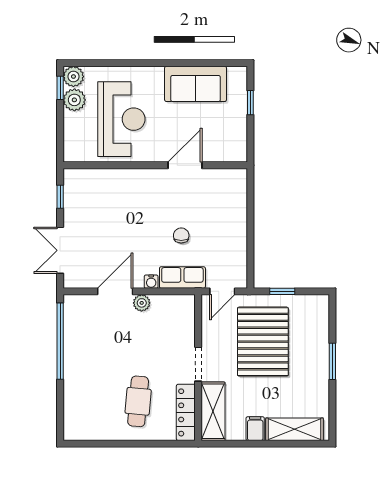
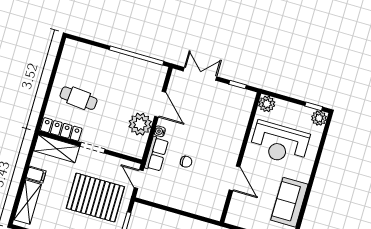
plant: (74, 100) -> (267, 104), moved
plant: (142, 303) -> (140, 124), width x1.87, depth x1.87

